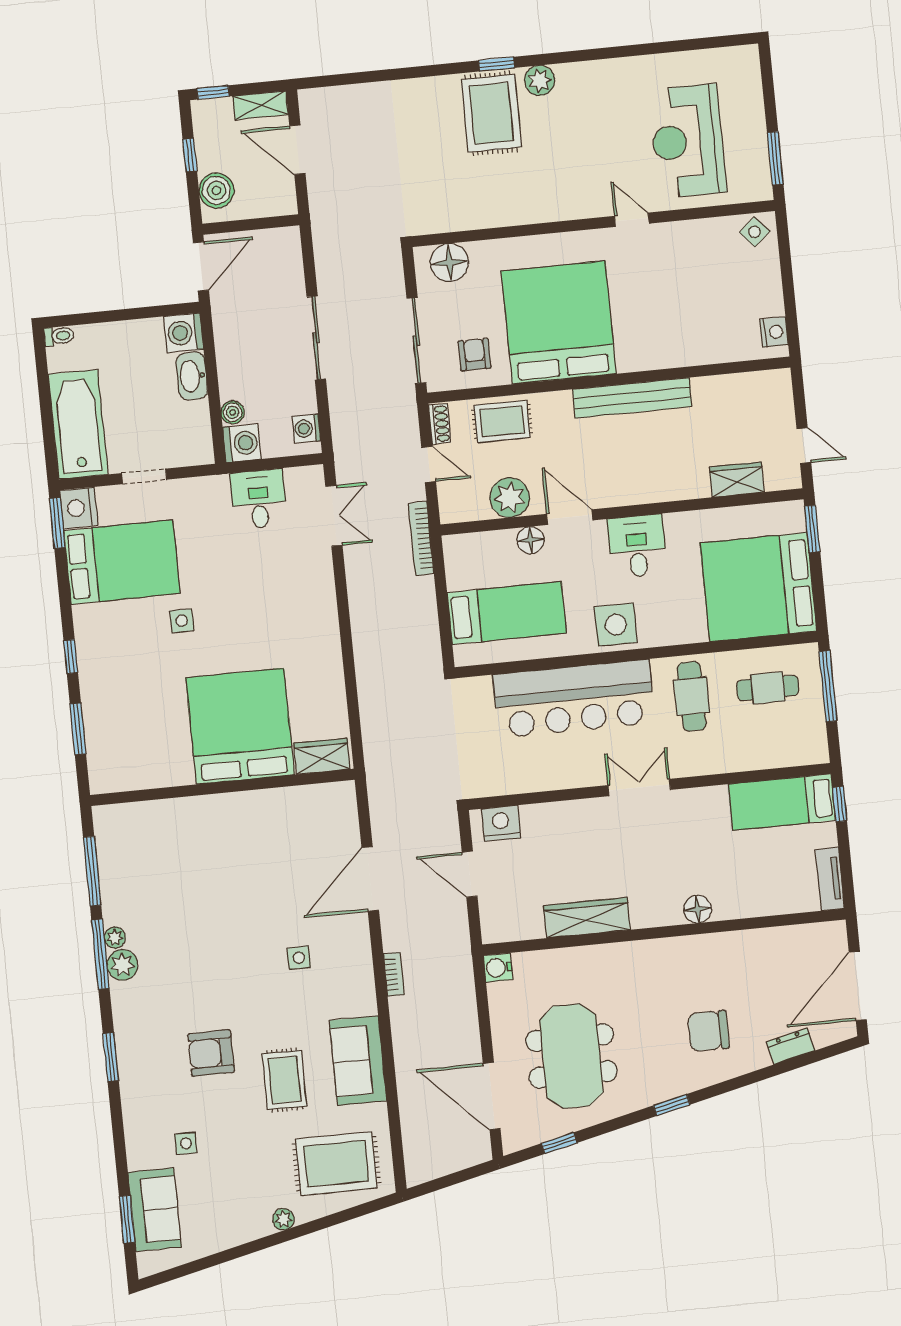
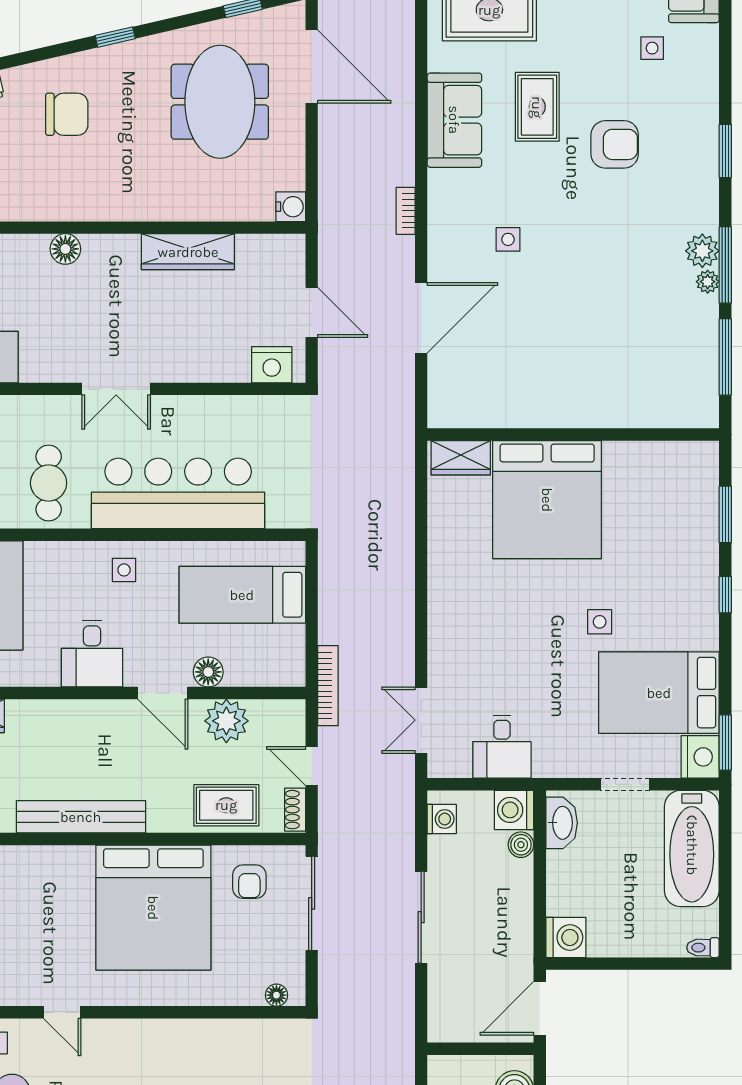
floor lamp: (450, 263) -> (276, 995), width x0.53, depth x0.53
washbasin: (192, 376) -> (562, 823), moved
side table: (616, 625) -> (124, 570), width x0.54, depth x0.54

